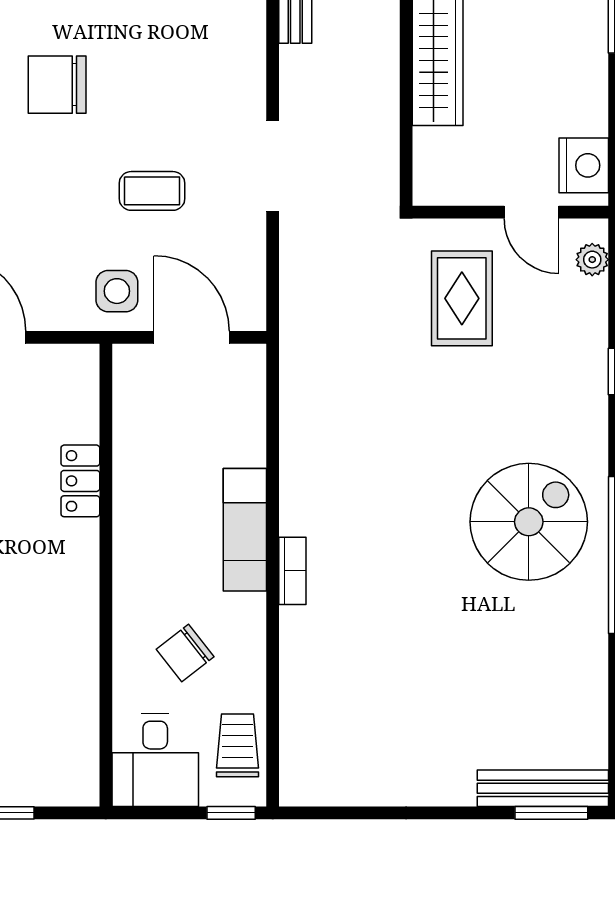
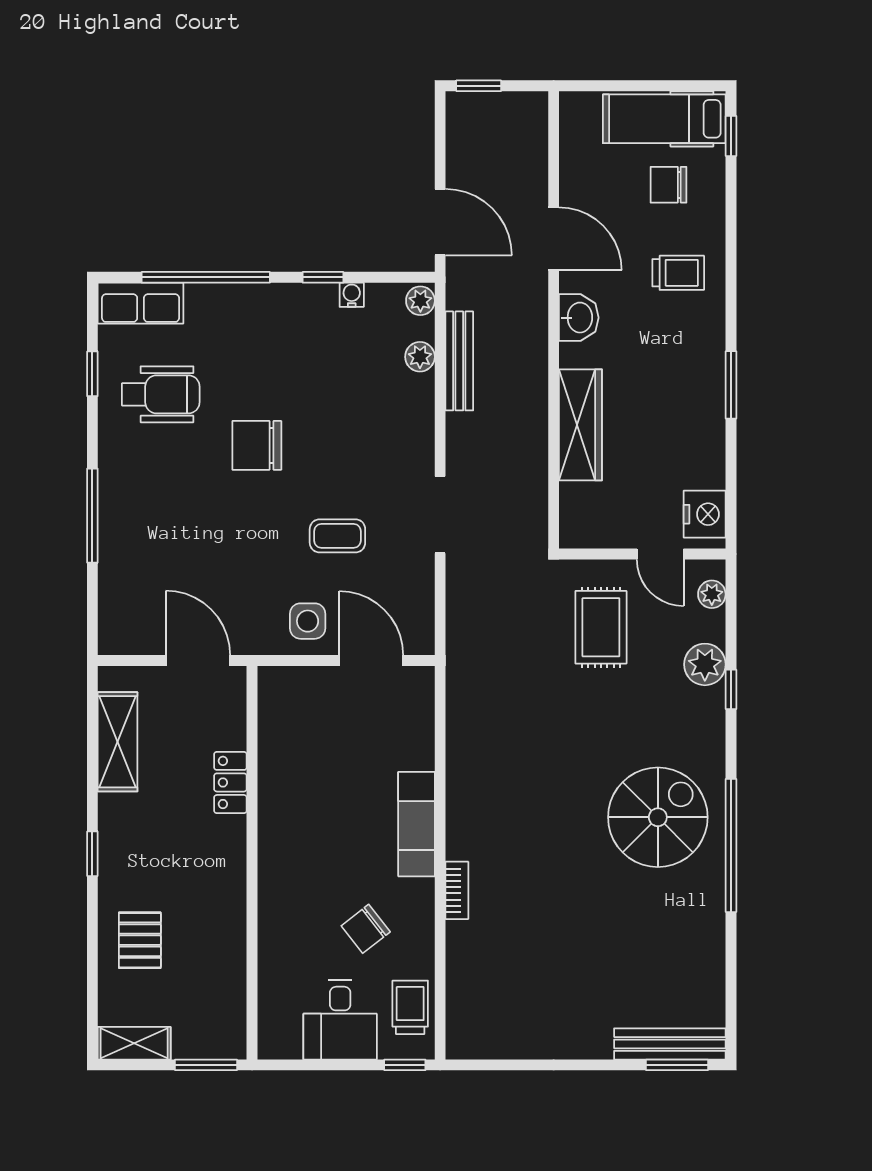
plant: (584, 342) -> (705, 664), added
locker: (80, 481) -> (230, 782), moved
bookcase: (292, 571) -> (457, 890), moved
wall: (106, 575) -> (252, 863), moved

